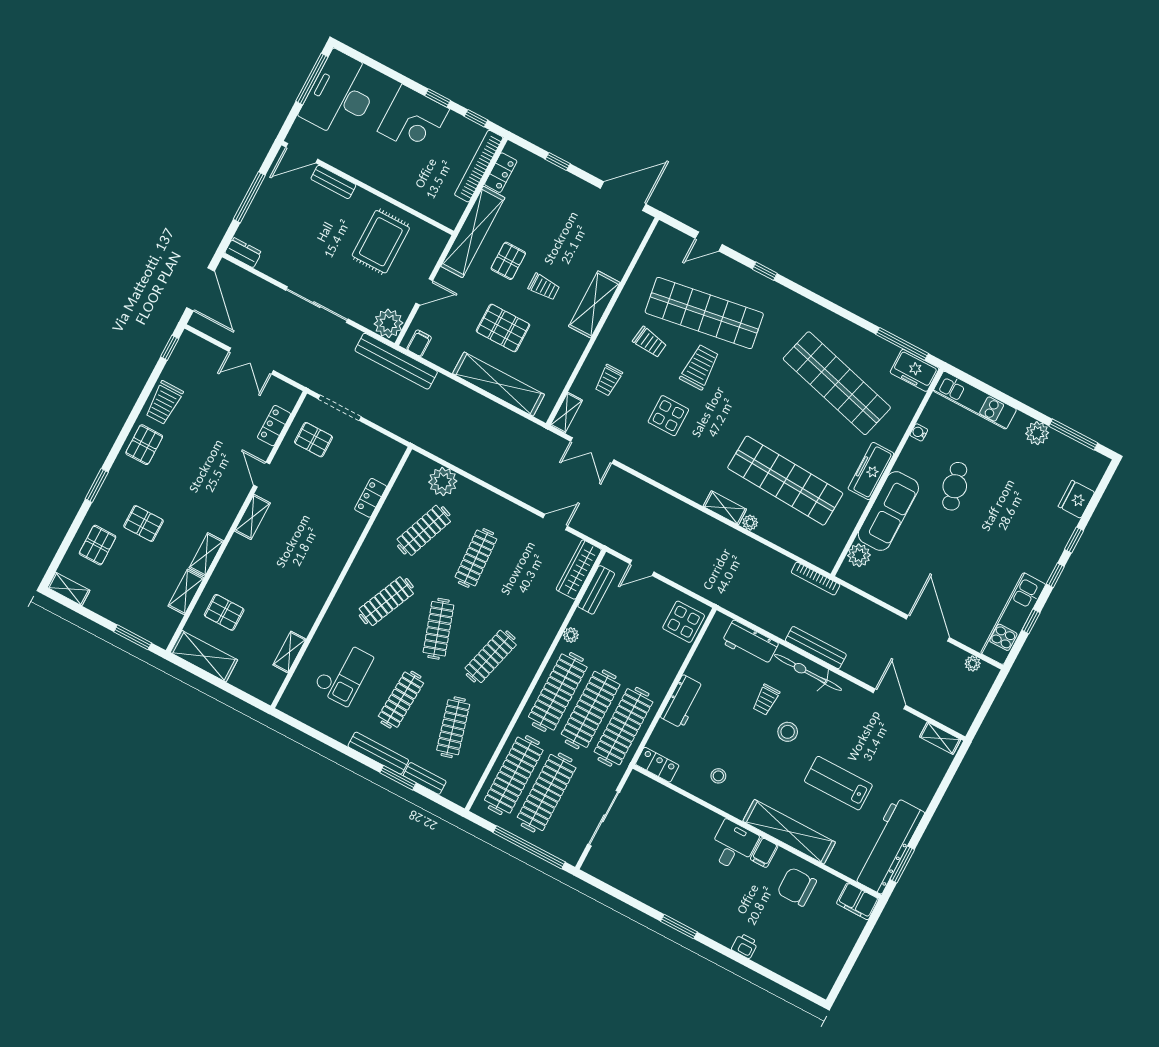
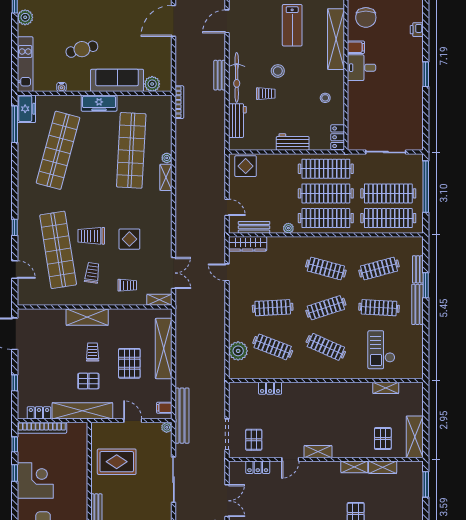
plant: (388, 323) -> (167, 427), width x0.53, depth x0.53
bench: (816, 648) -> (220, 75), width x0.73
checkout: (343, 673) -> (381, 350), turned -90

